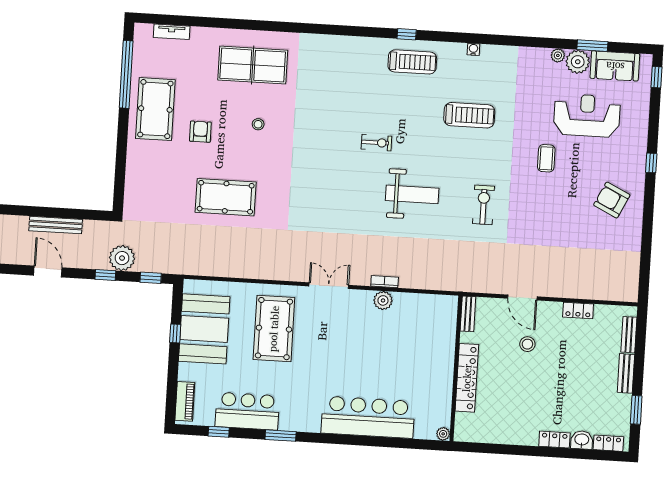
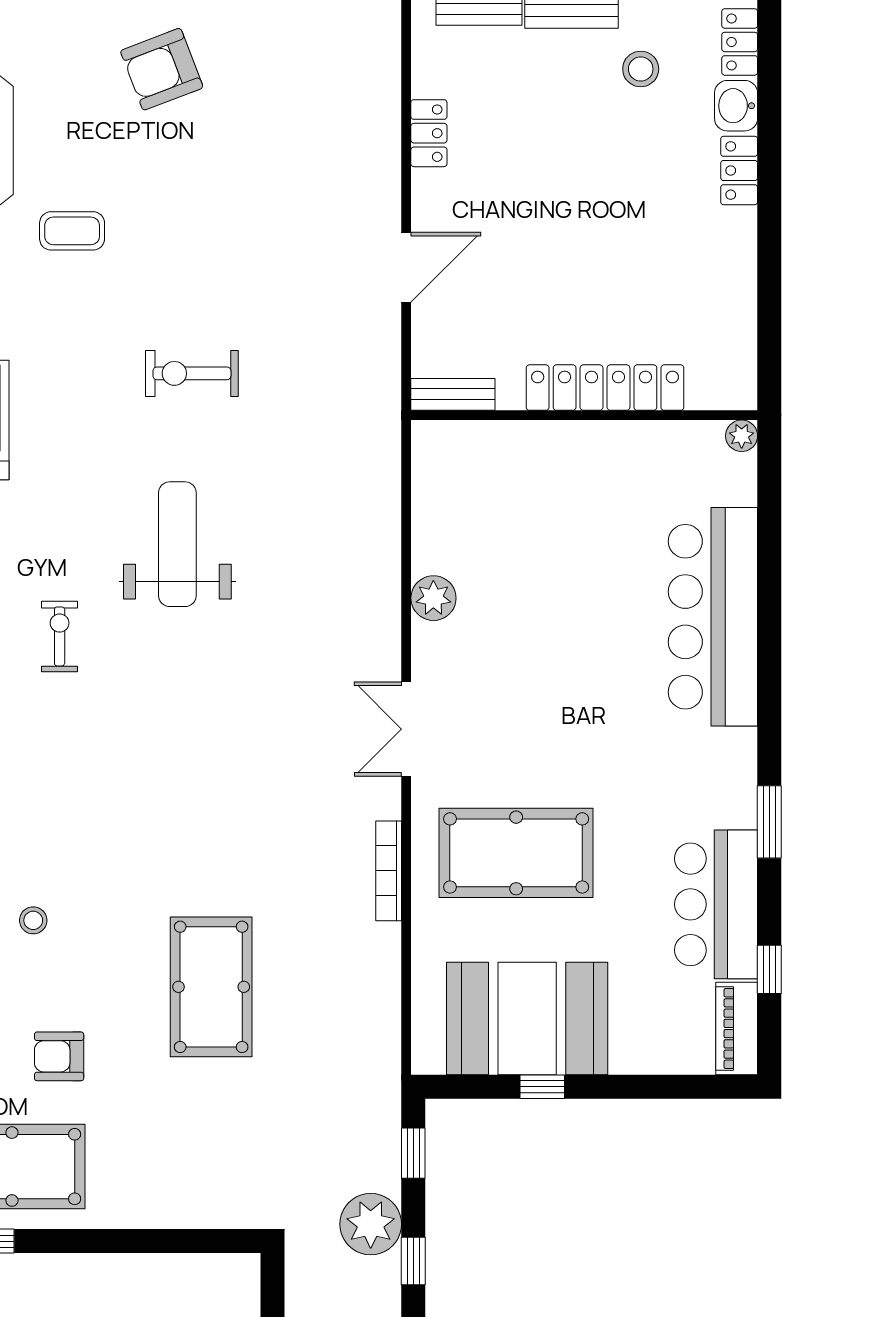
armchair: (612, 200) -> (162, 69), turned 43
bookcase: (385, 282) -> (389, 871), moved, width x1.56
stool: (527, 344) -> (641, 69), moved
piano: (185, 401) -> (737, 1029), moved, turned -90

